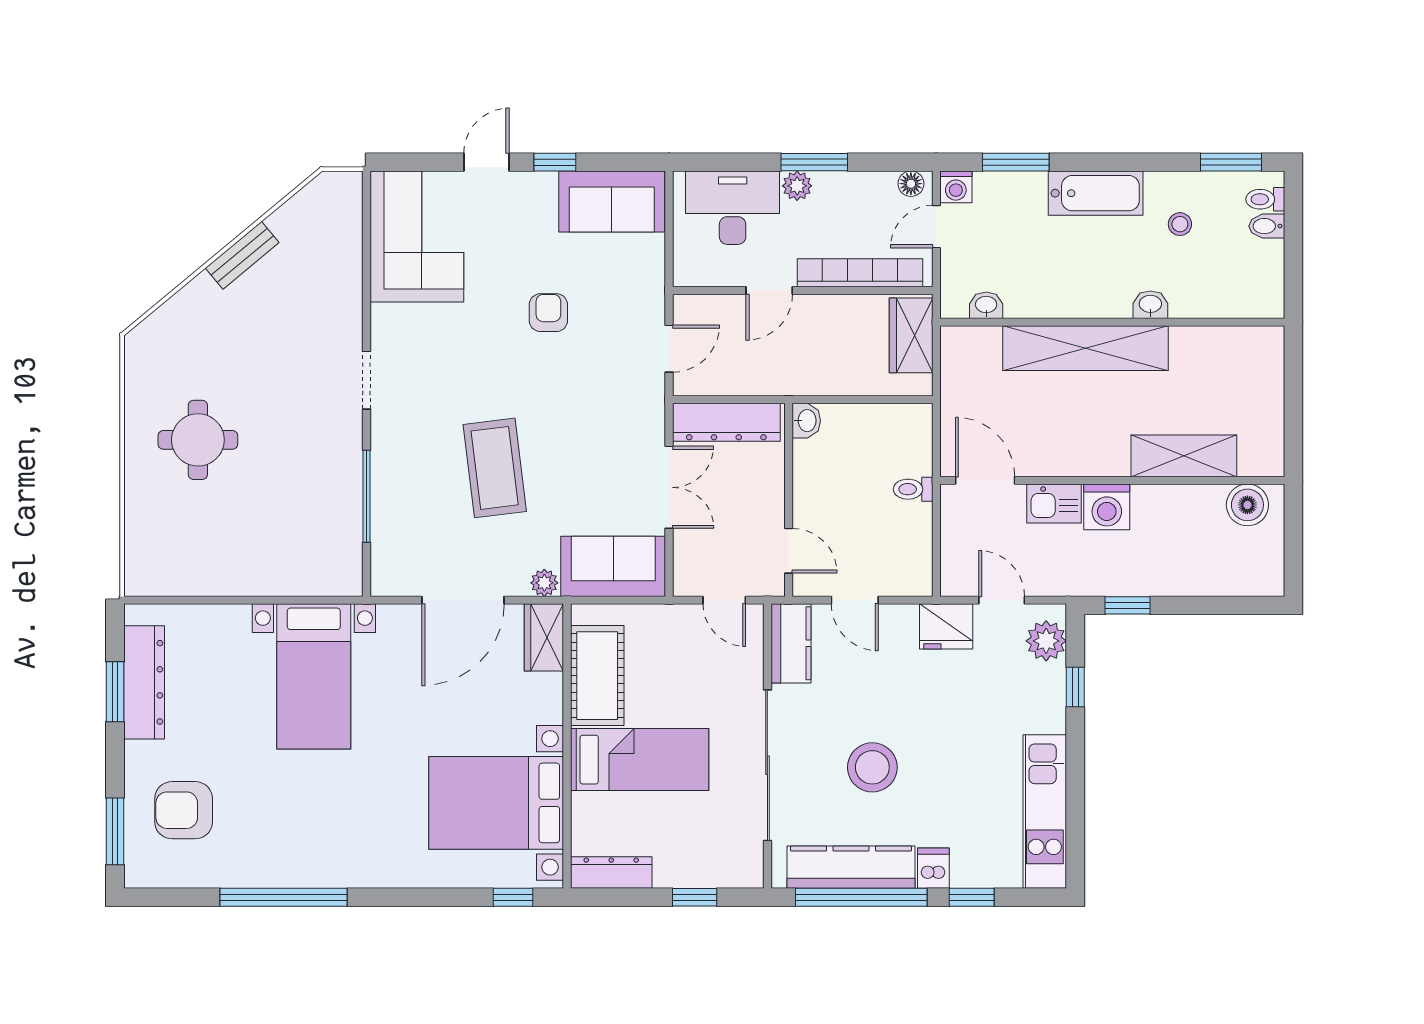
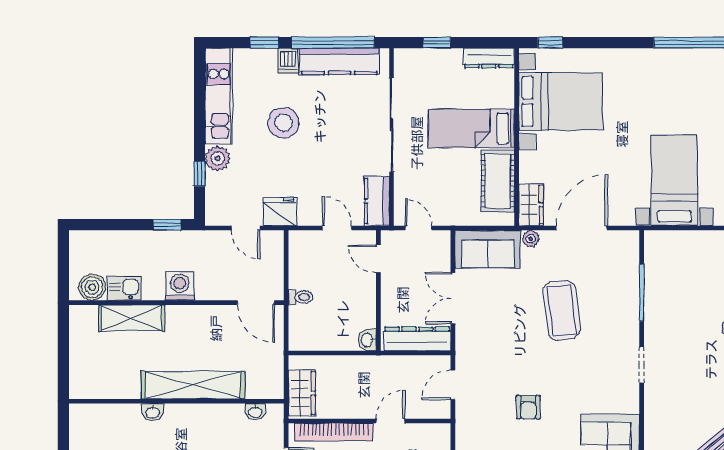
kitchen sink: (1054, 504) -> (124, 288), moved
plant: (1046, 641) -> (218, 158), moved
stool: (872, 767) -> (283, 123), moved

